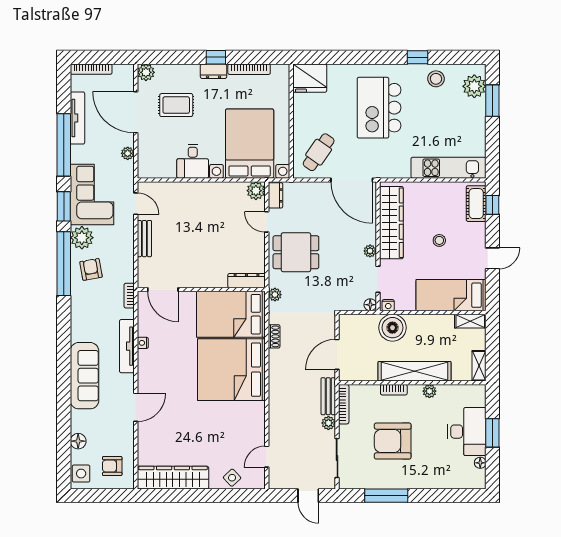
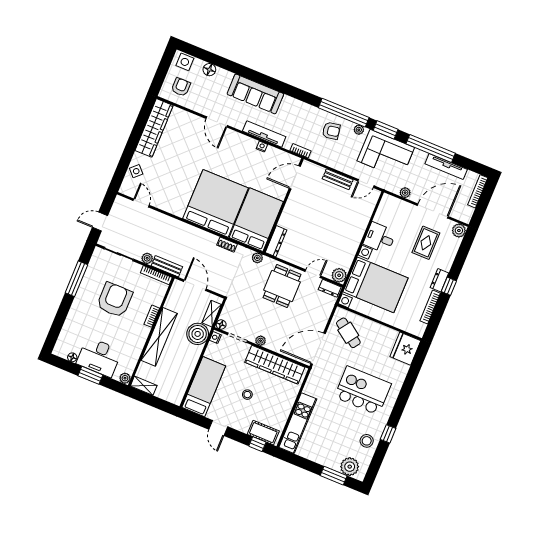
plant: (82, 238) -> (359, 130), width x0.53, depth x0.53
shelving: (470, 321) -> (212, 314), moved
plant: (429, 391) -> (125, 378), moved

